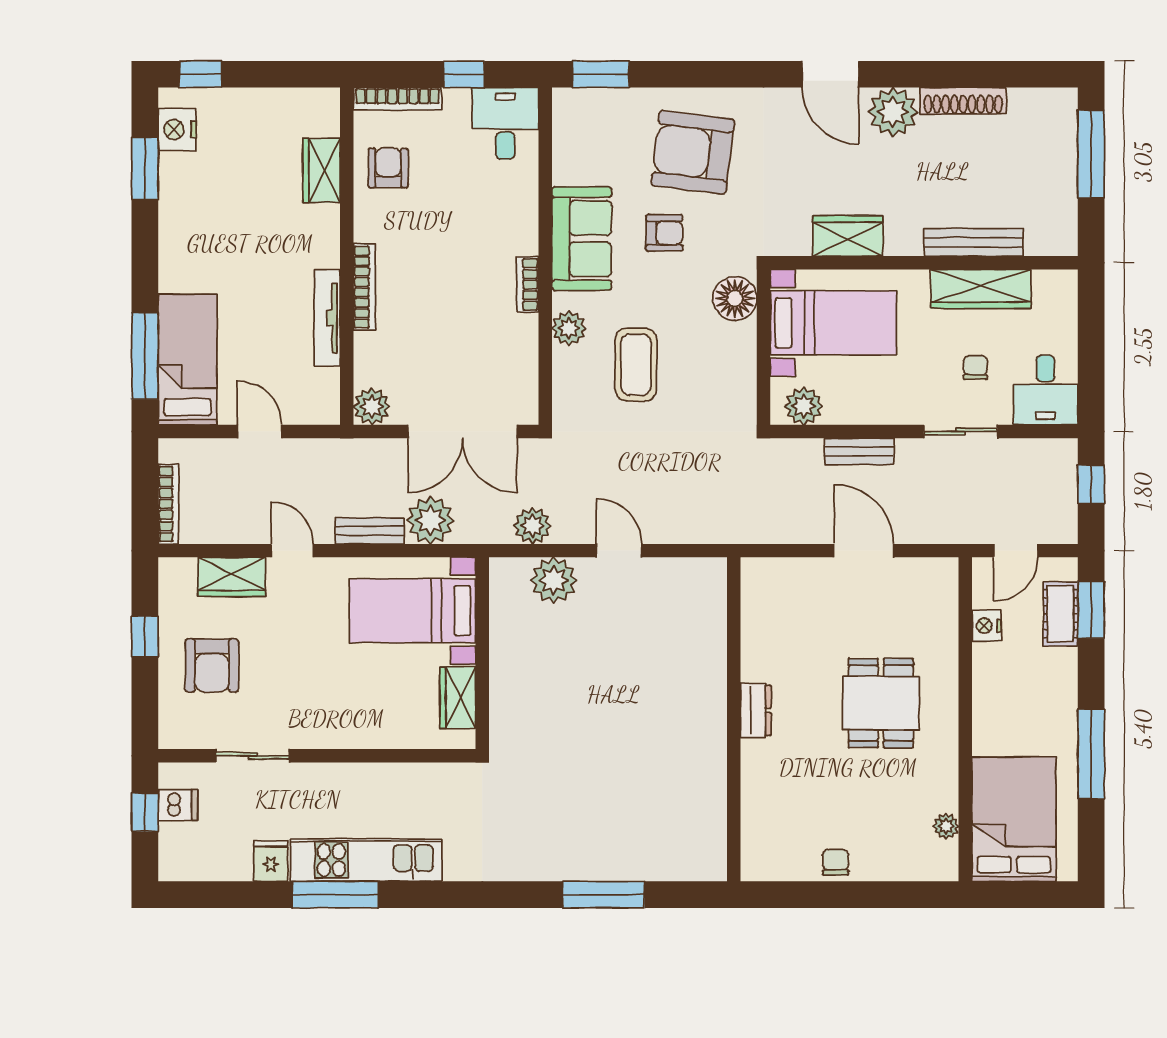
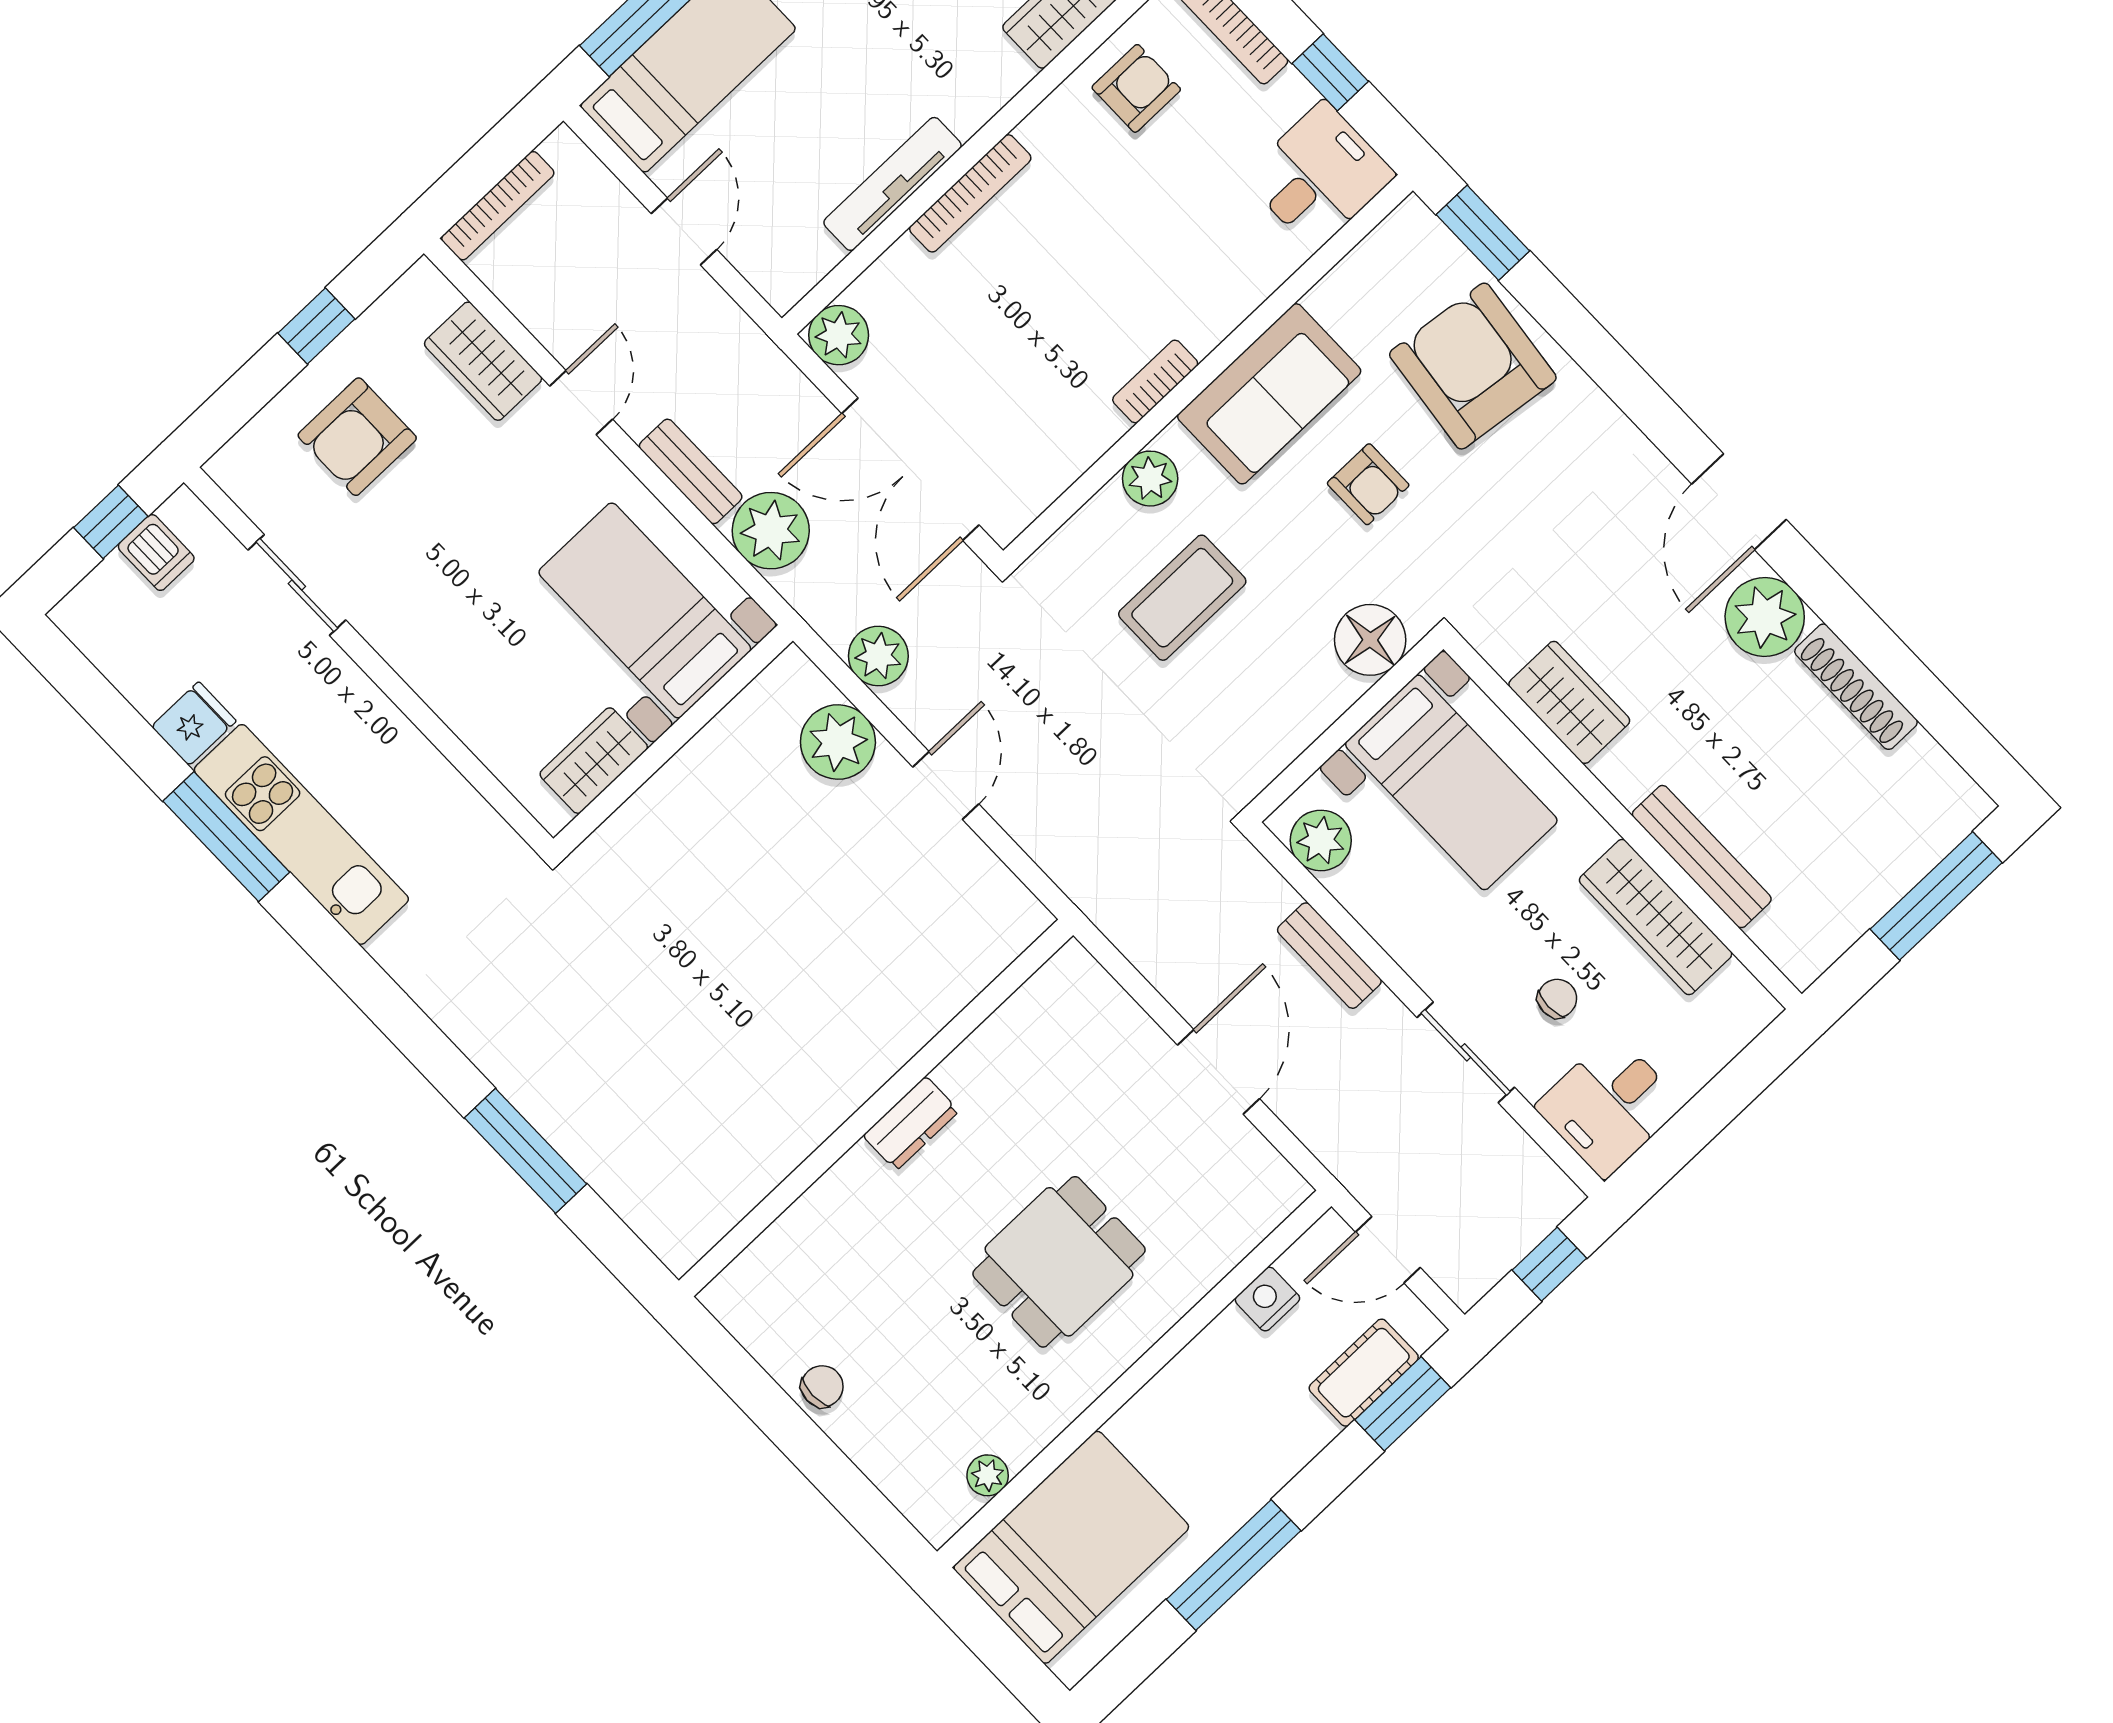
armchair: (693, 152) -> (1473, 366), moved

